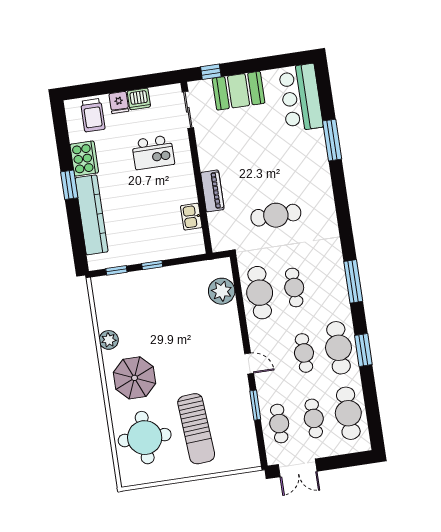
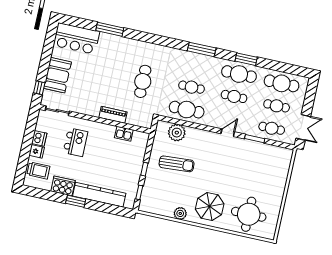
sun lounger: (196, 429) -> (177, 164), moved, width x0.73, depth x0.75

